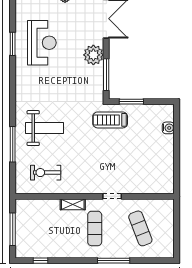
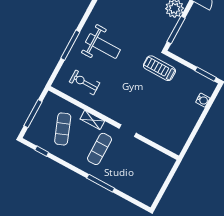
window: (131, 102) -> (206, 74), moved
exercise mat: (140, 228) -> (63, 129), moved

